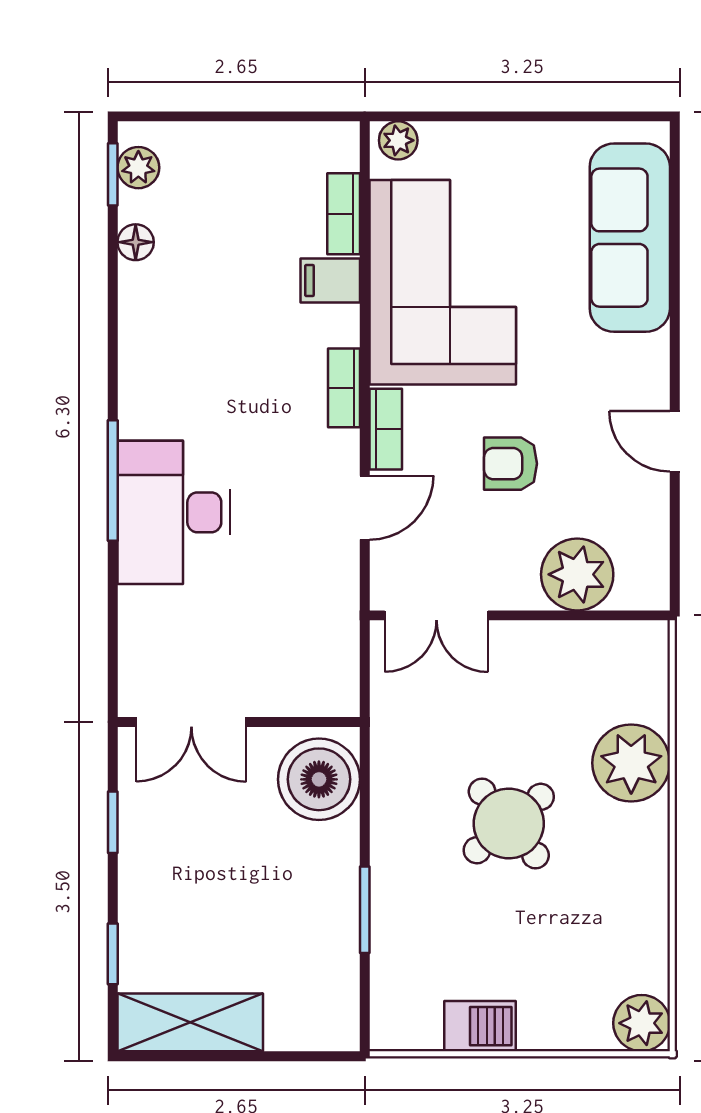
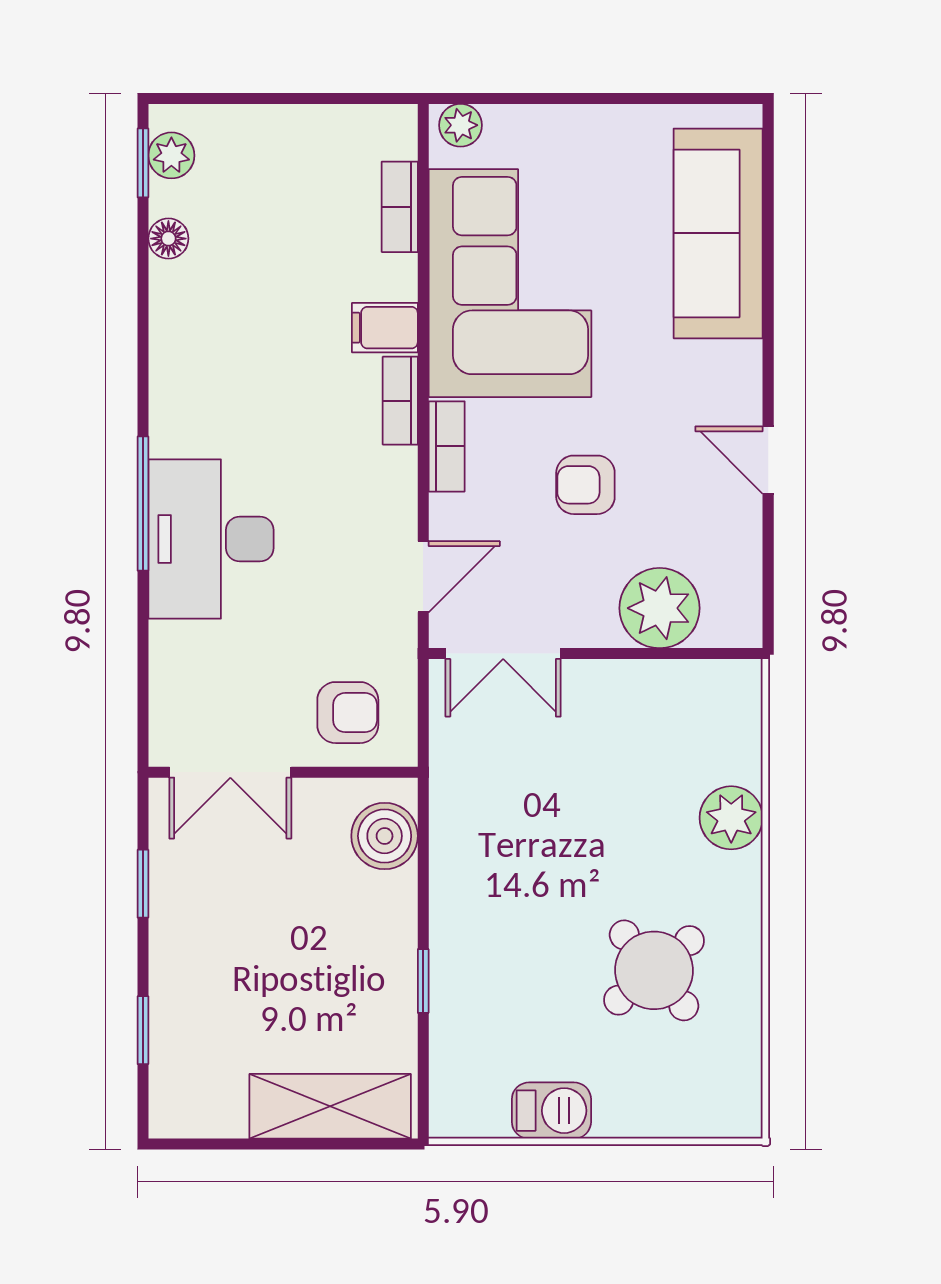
filing cabinet: (330, 281) -> (385, 328), moved
door: (365, 508) -> (423, 577), moved
armchair: (297, 668) -> (348, 713), added
plant: (631, 763) -> (731, 818), width x0.73, depth x0.73
boiler: (319, 779) -> (385, 836), width x0.73, depth x0.73
round table: (509, 824) -> (654, 970), moved
window: (365, 910) -> (423, 981), width x0.67
shelving: (190, 1022) -> (330, 1106), moved
plant: (642, 1023) -> (731, 1107), removed

